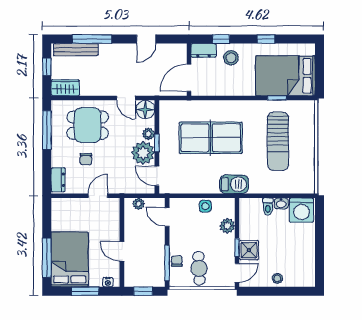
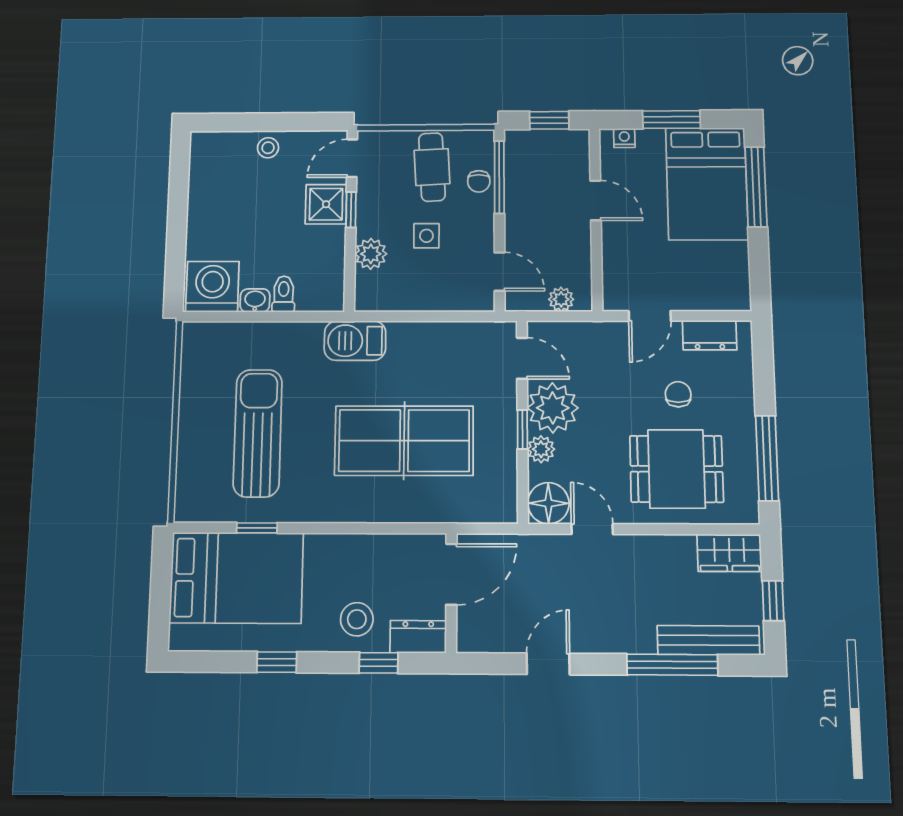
dresser: (58, 180) -> (710, 335), moved, turned -90
side table: (205, 206) -> (426, 236), moved

